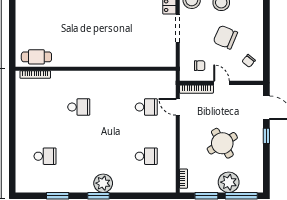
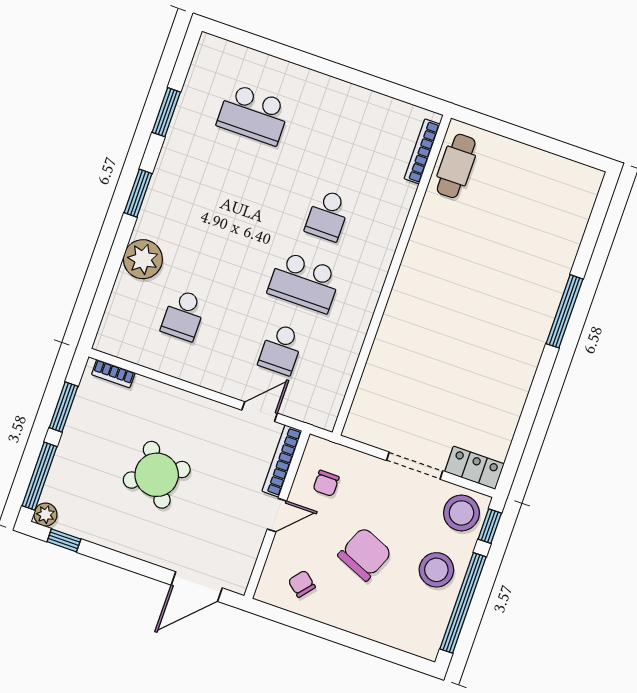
school desk: (113, 107) -> (304, 282), added
window: (266, 136) -> (64, 540), moved
school desk: (45, 156) -> (253, 114), width x1.85
plant: (229, 182) -> (45, 515), moved, width x0.53, depth x0.53
plant: (103, 183) -> (143, 259), moved

